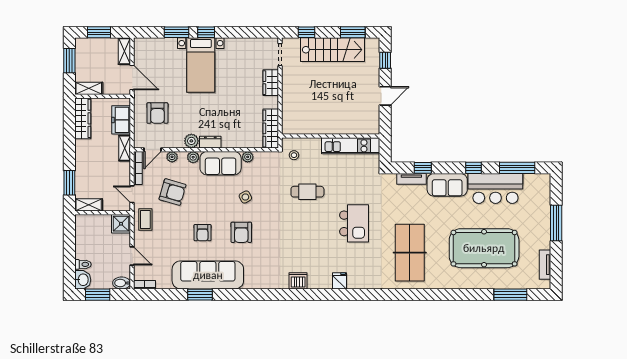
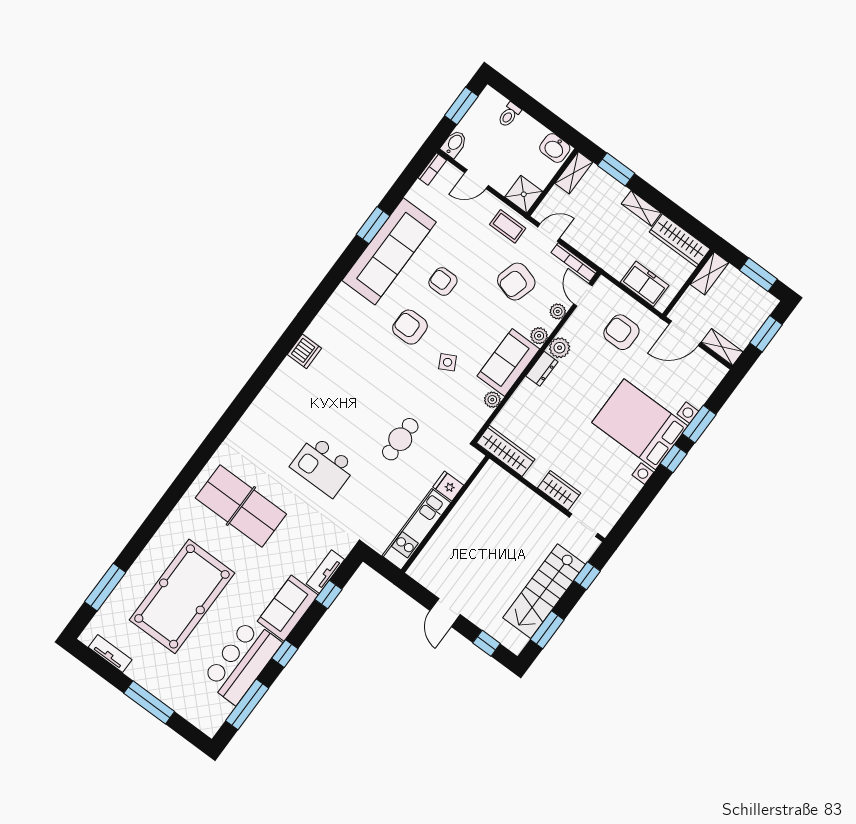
bed with nightstands: (201, 65) -> (640, 424), width x1.36
shelving: (125, 148) -> (641, 208), moved
stool: (294, 155) -> (454, 455), removed
washbasin: (83, 280) -> (555, 148), moved
fridge: (340, 281) -> (448, 486), moved, turned 180

